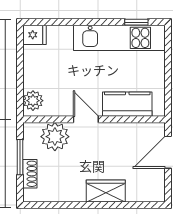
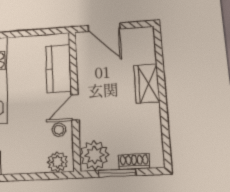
stool: (65, 103) -> (59, 130), added
plant: (55, 137) -> (94, 155), moved

